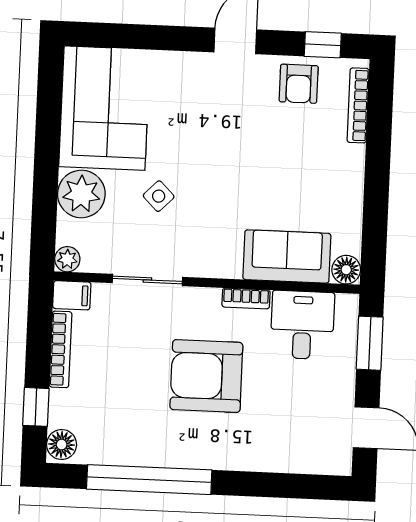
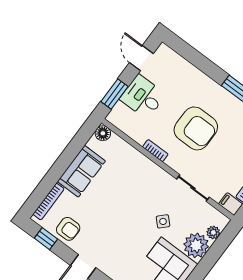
armchair: (299, 84) -> (68, 229), turned 90
sofa: (287, 256) -> (81, 171), moved, turned -90
plant: (67, 259) -> (213, 232), moved
desk: (302, 325) -> (143, 97), moved, turned 90

